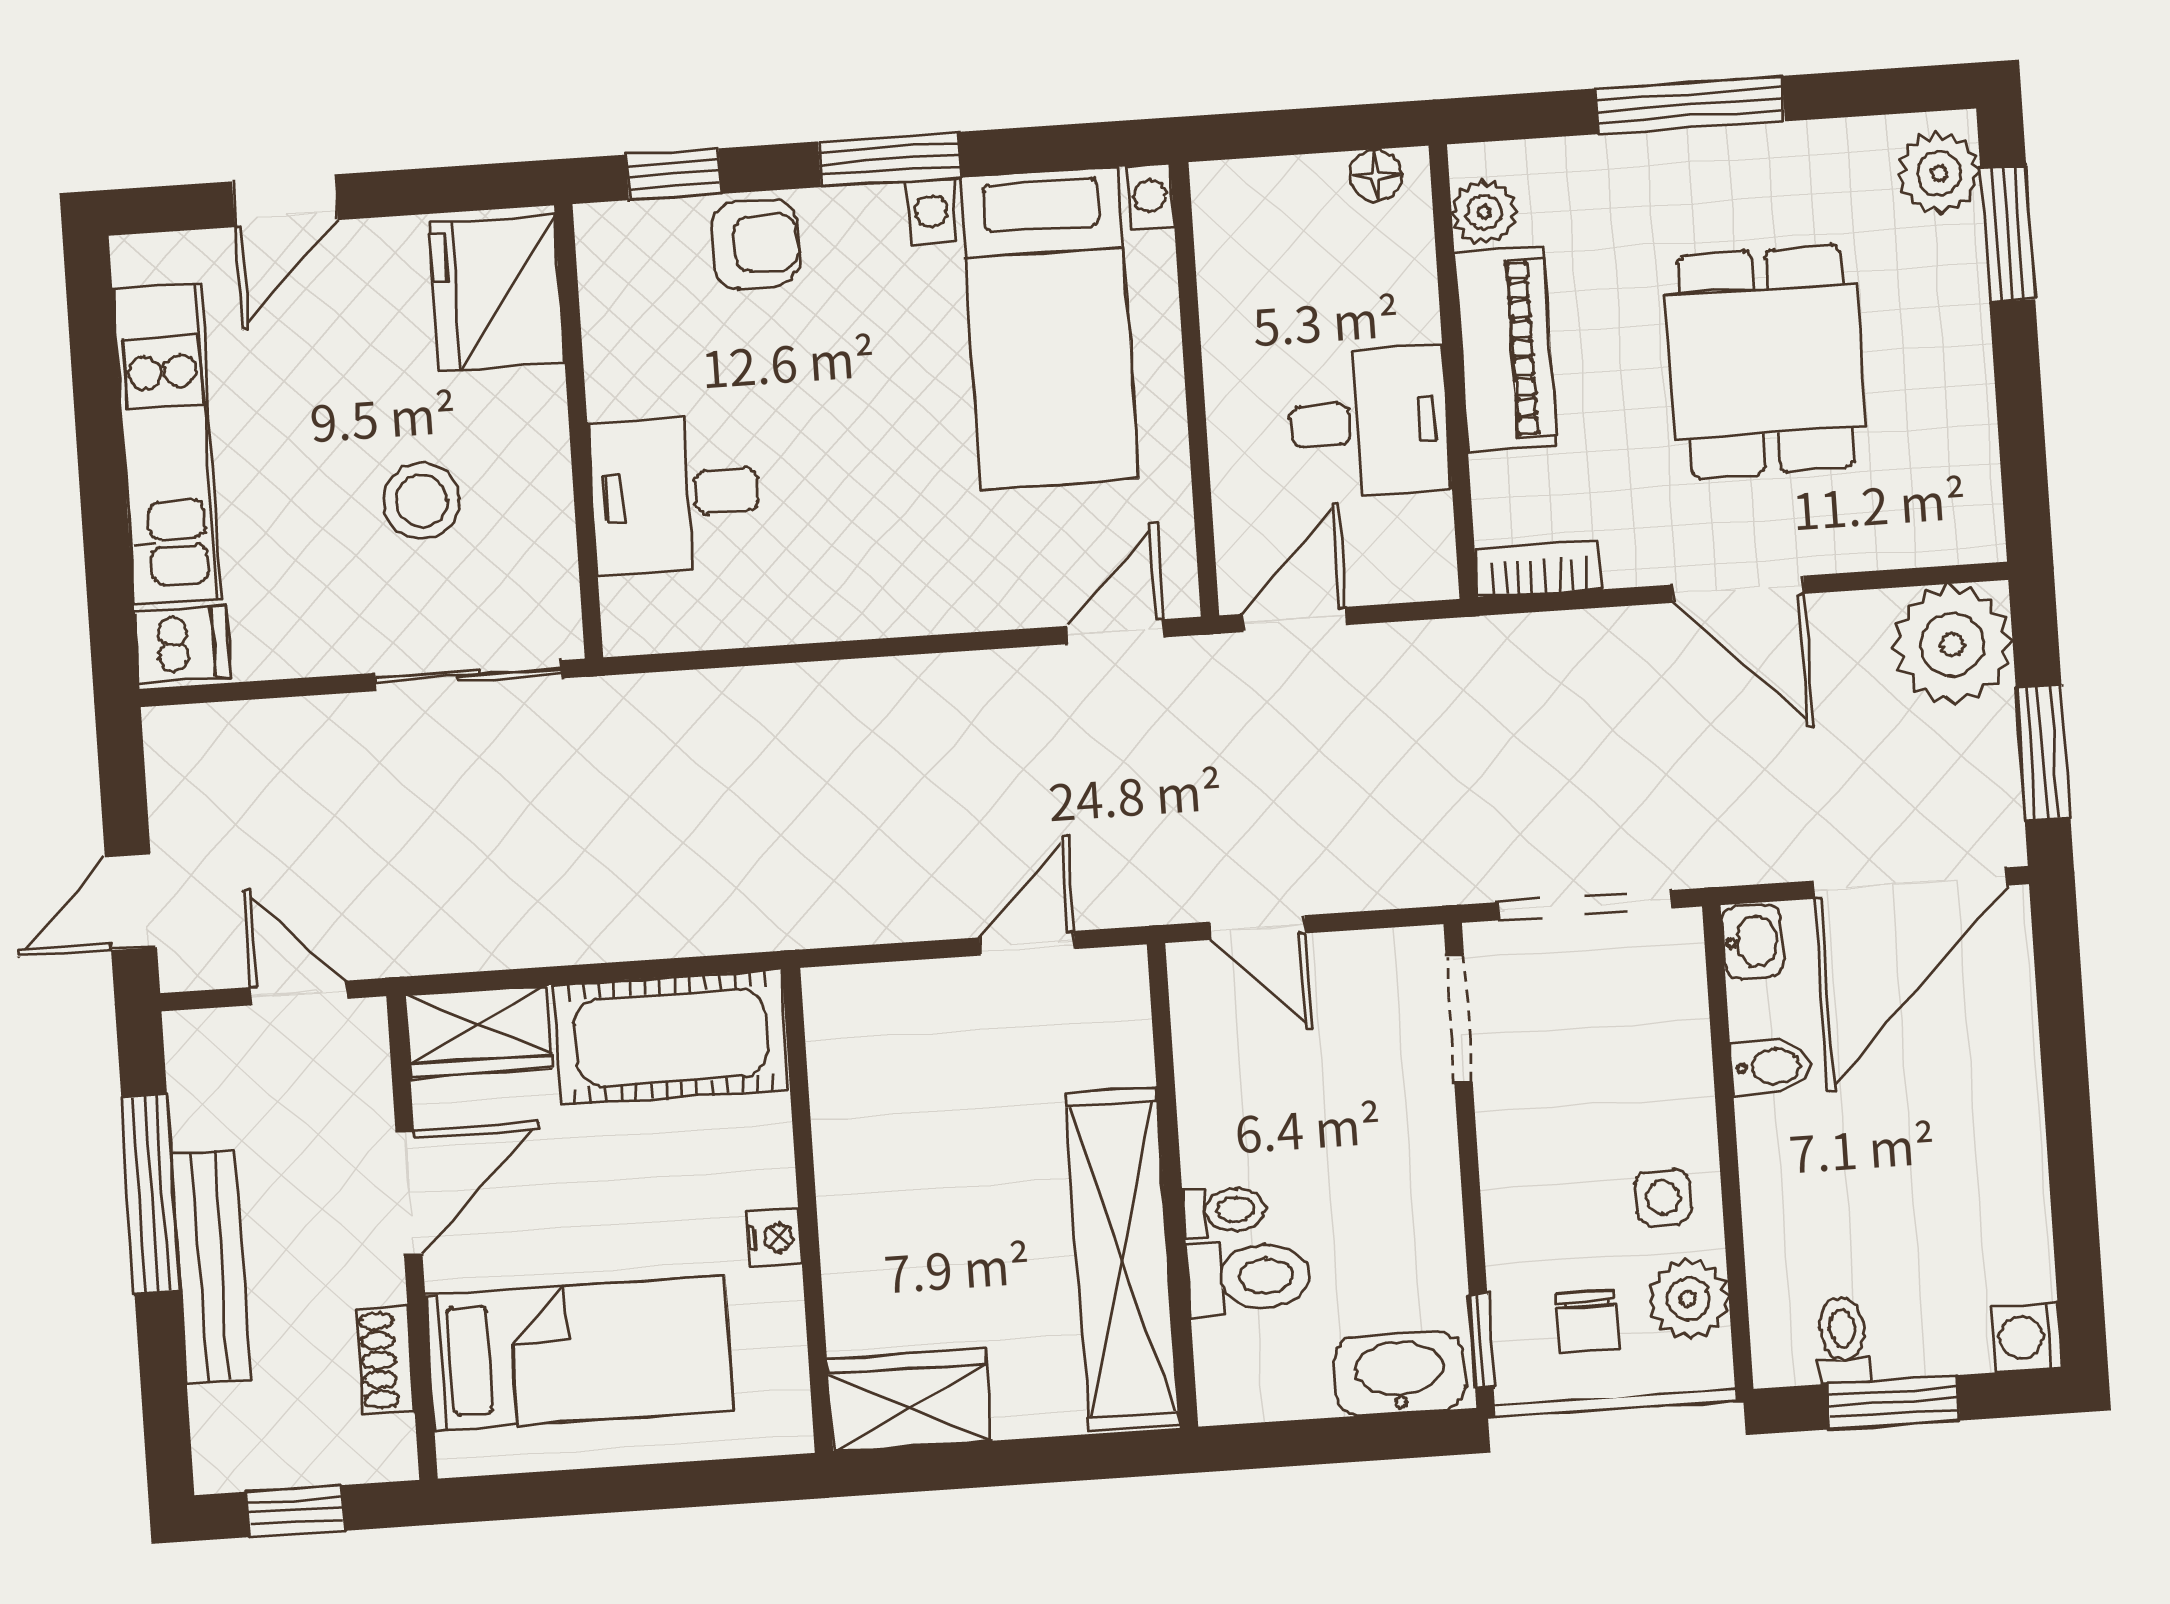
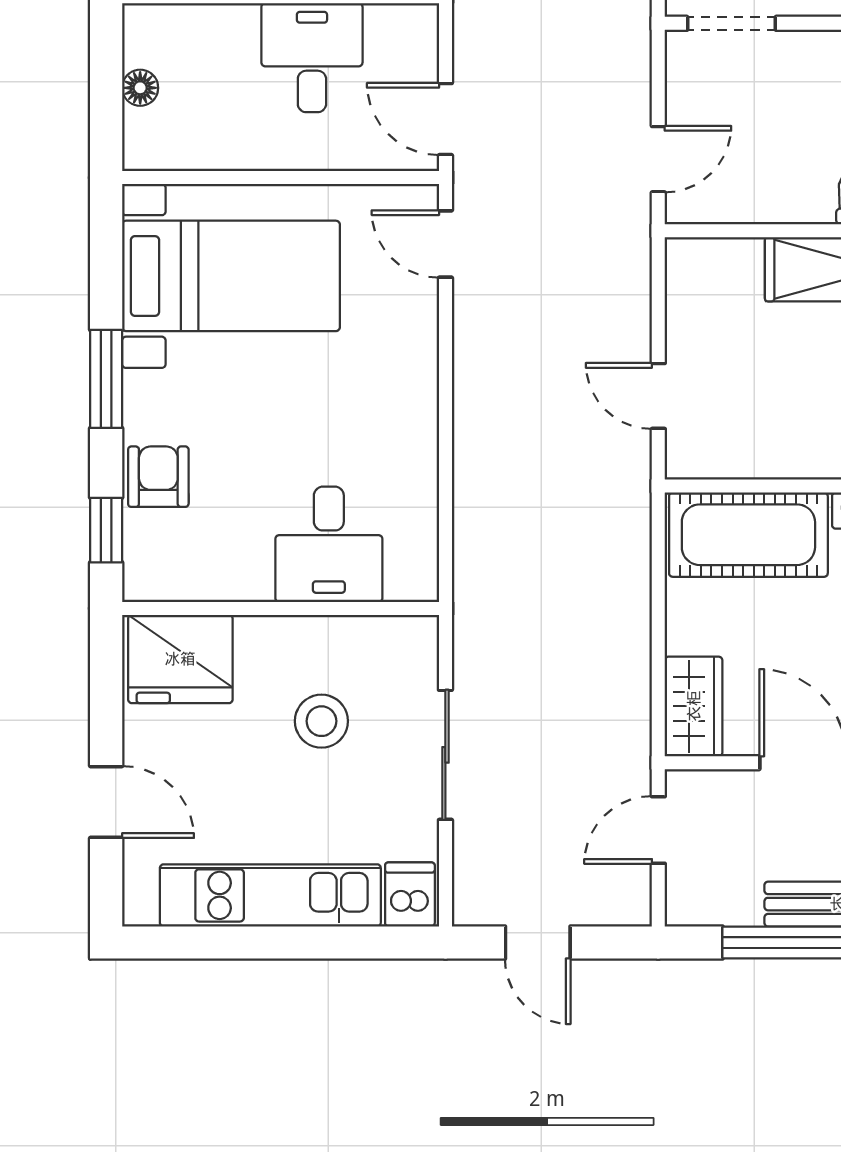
floor lamp: (1376, 175) -> (140, 88), moved
sliding door: (469, 676) -> (445, 755), moved
door: (131, 902) -> (538, 942), moved
door: (1027, 943) -> (658, 396), moved
cot: (671, 1037) -> (748, 535), moved, turned 90

